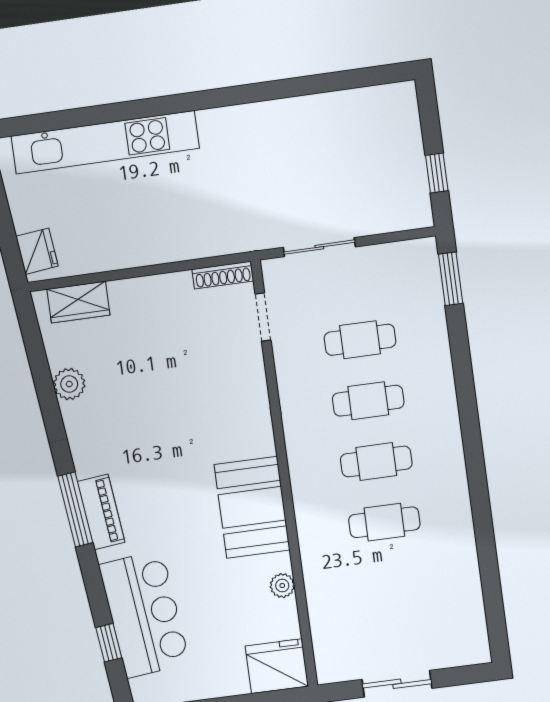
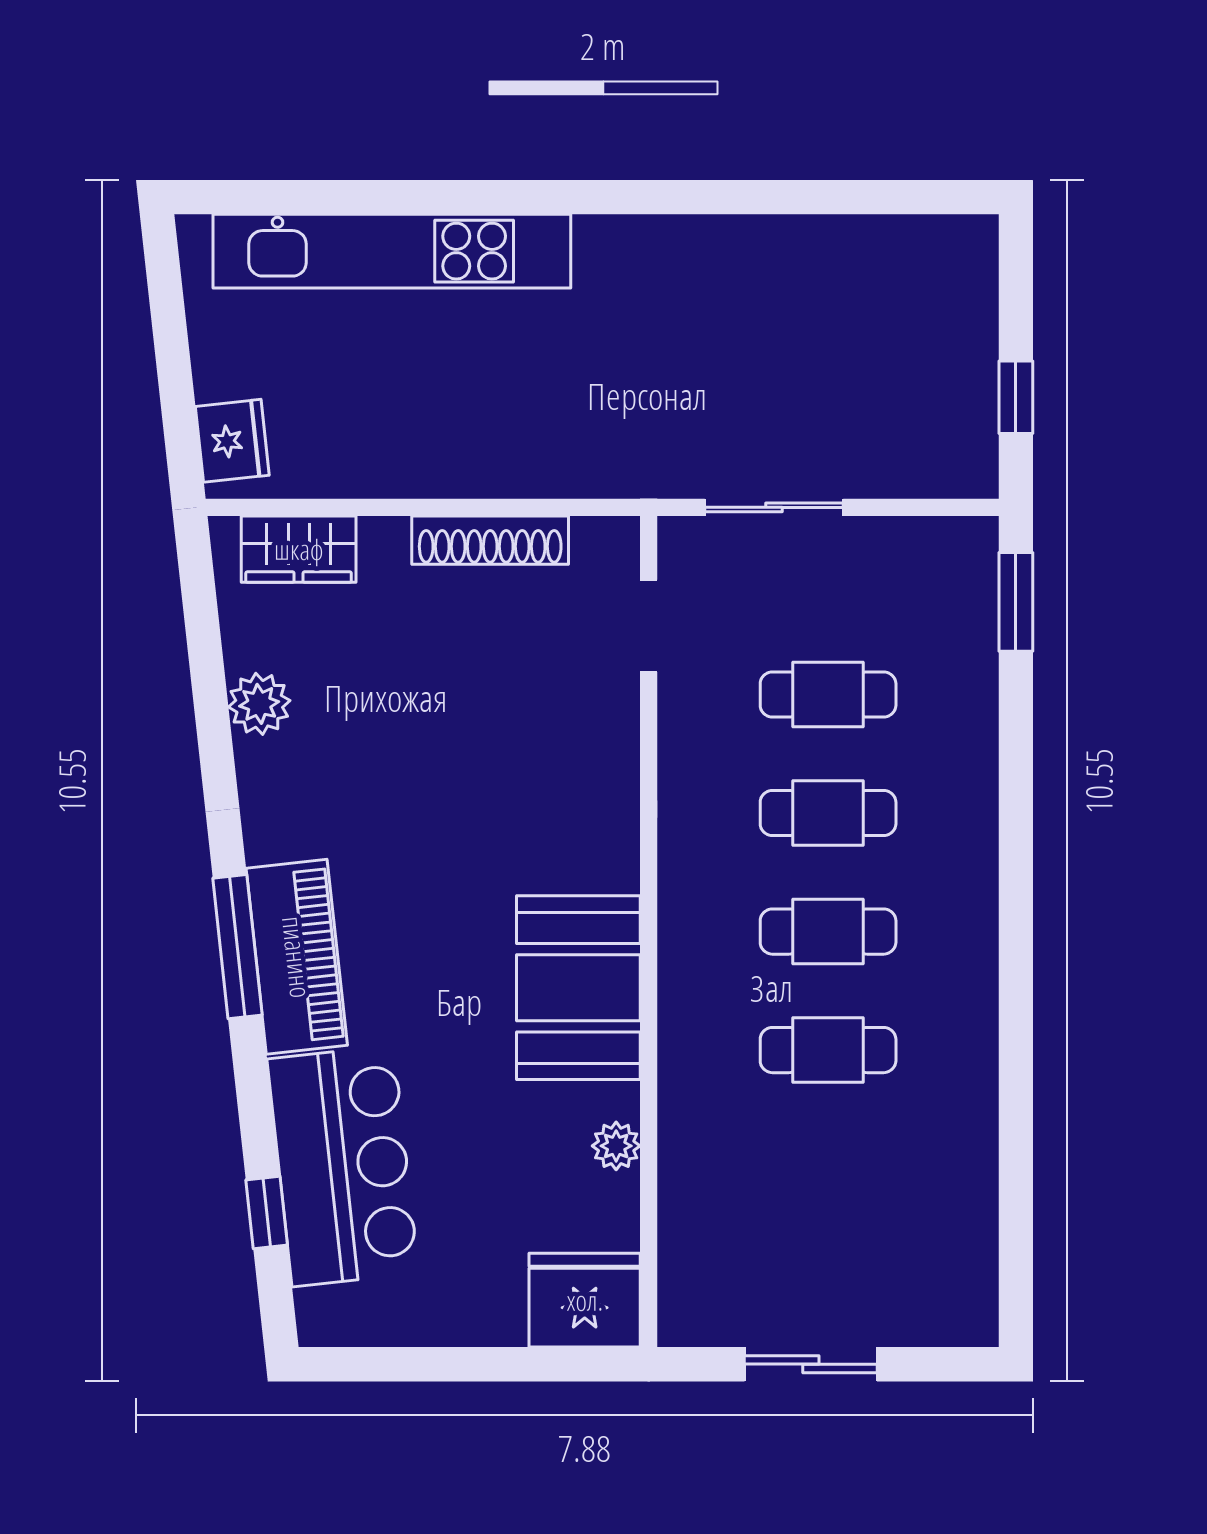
shoe rack: (223, 275) -> (490, 540), moved, width x1.36, depth x1.24
piano: (101, 512) -> (297, 957), width x1.37, depth x1.33

